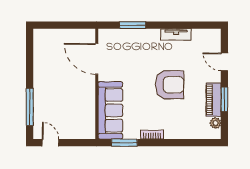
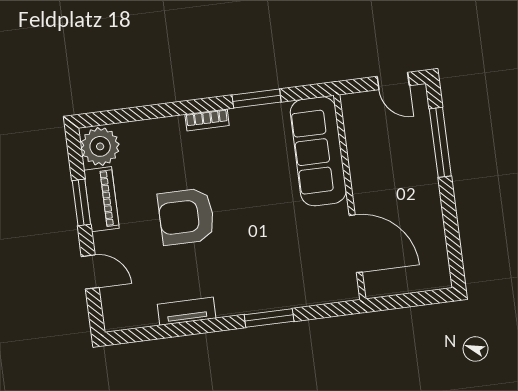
door: (97, 59) -> (356, 244), moved
wall: (97, 84) -> (350, 197), moved
sofa: (110, 110) -> (318, 151), moved
plant: (215, 123) -> (100, 146), width x1.87, depth x1.87

